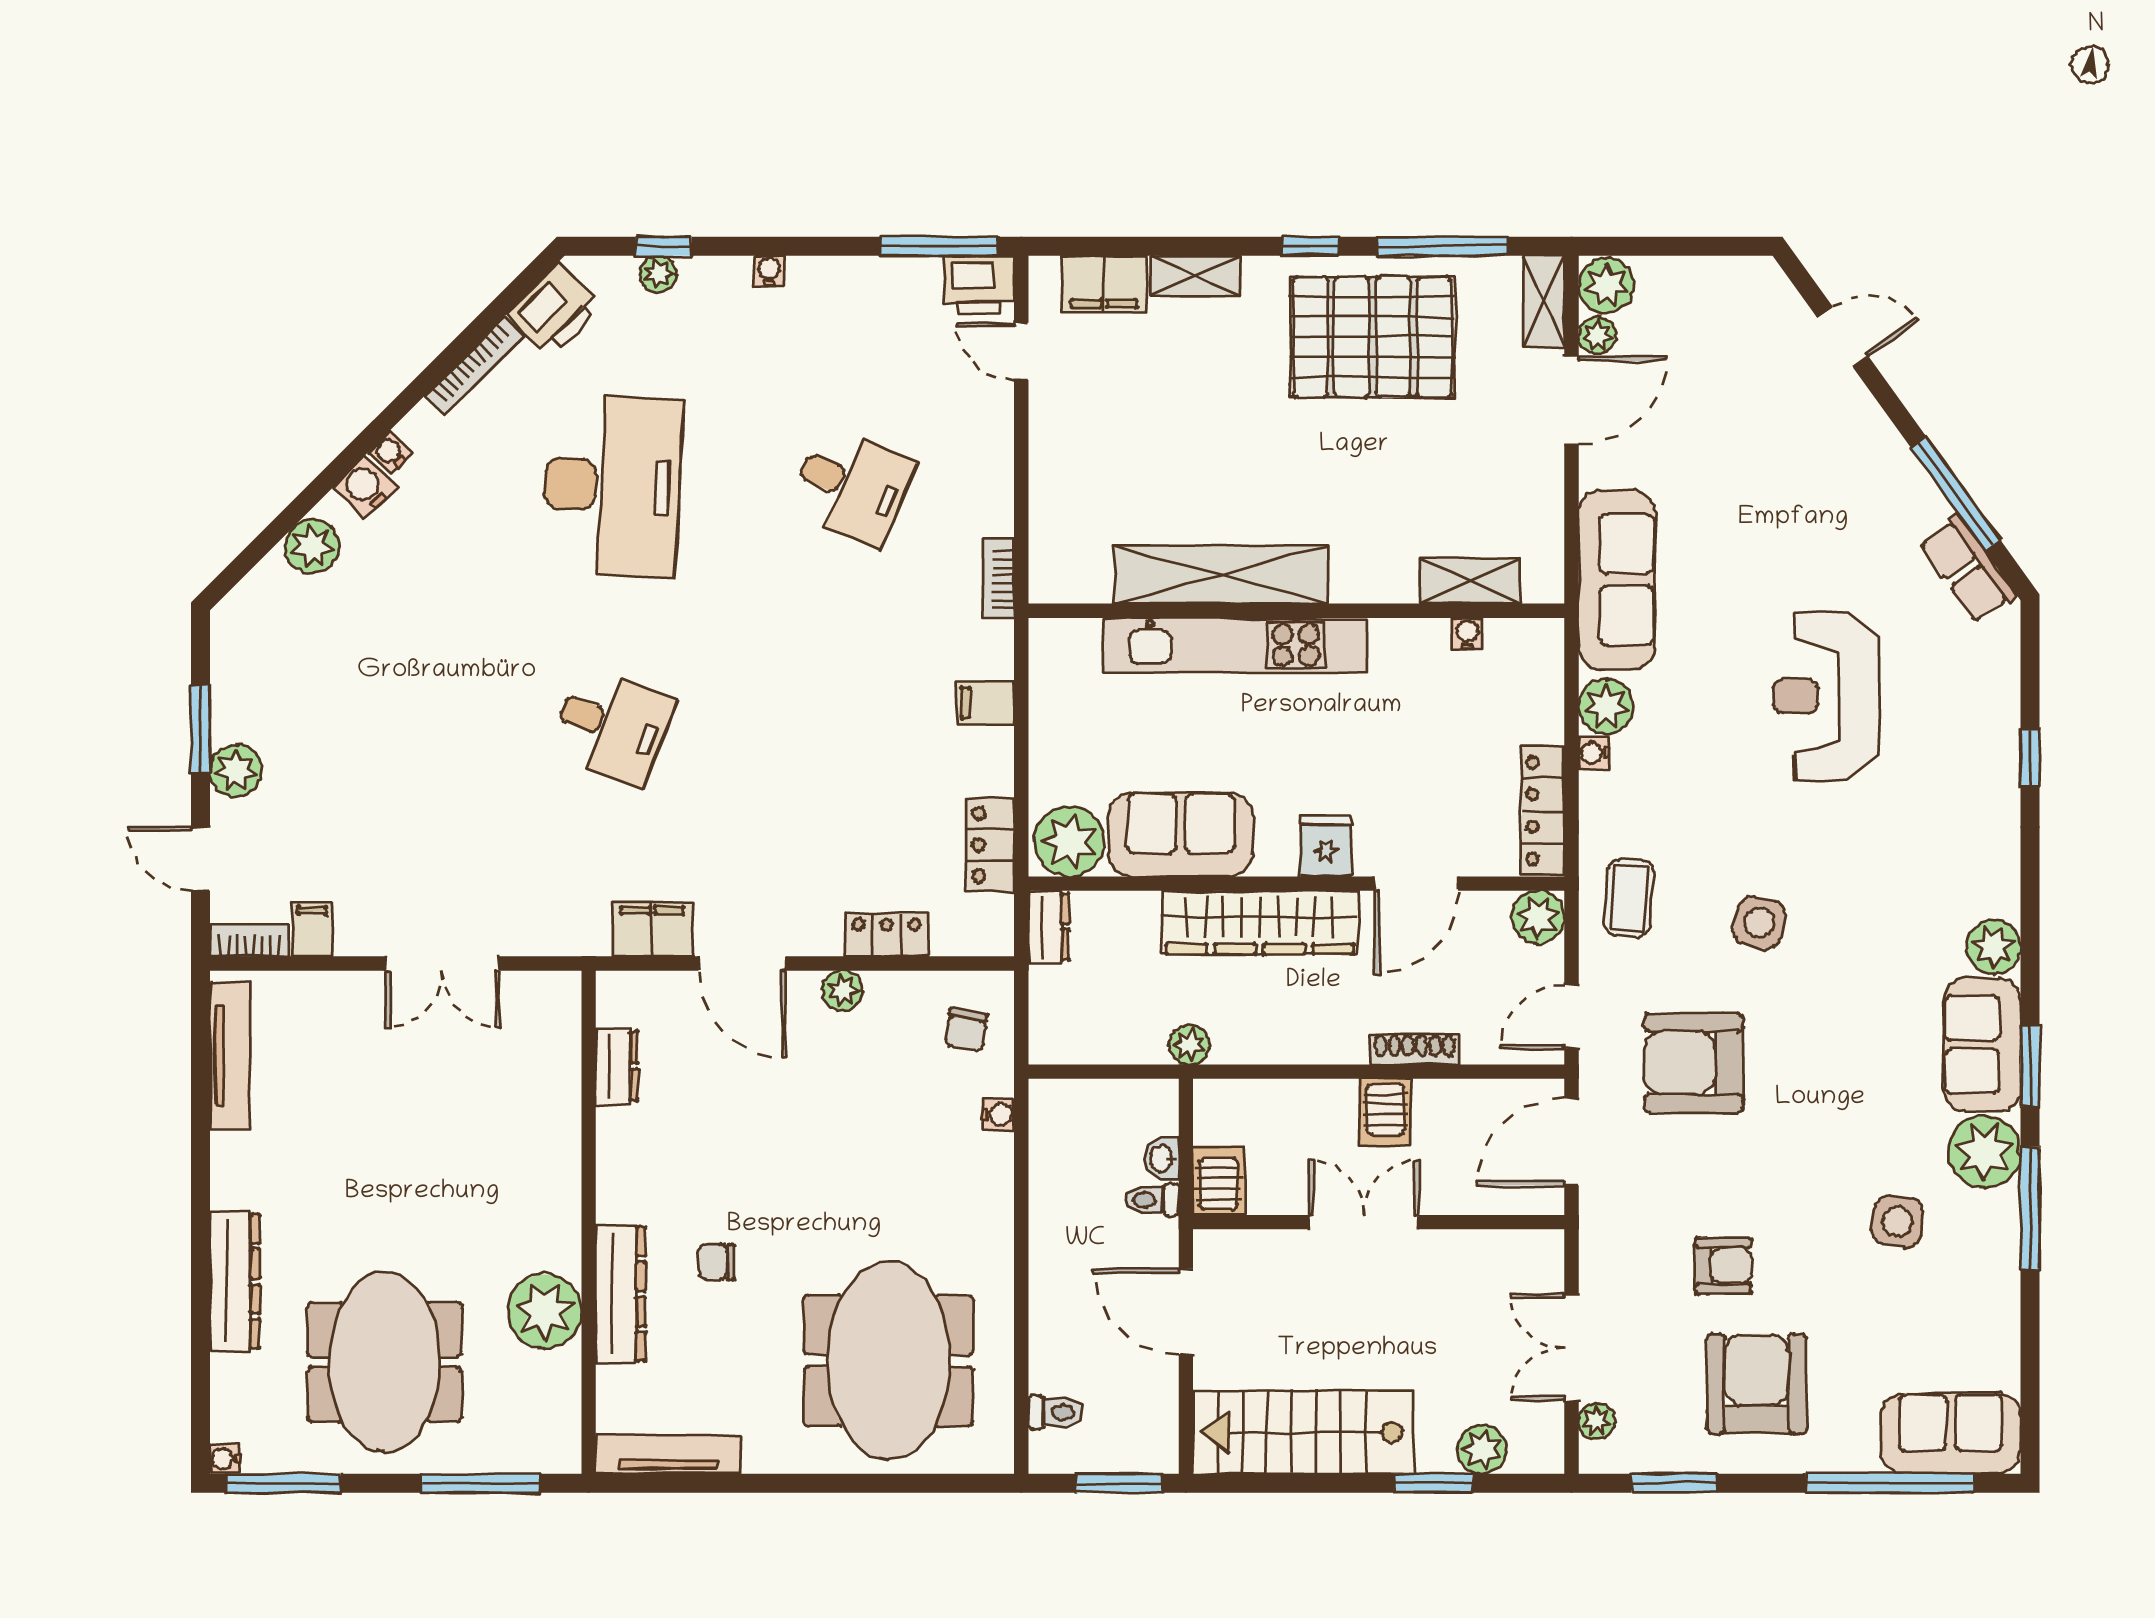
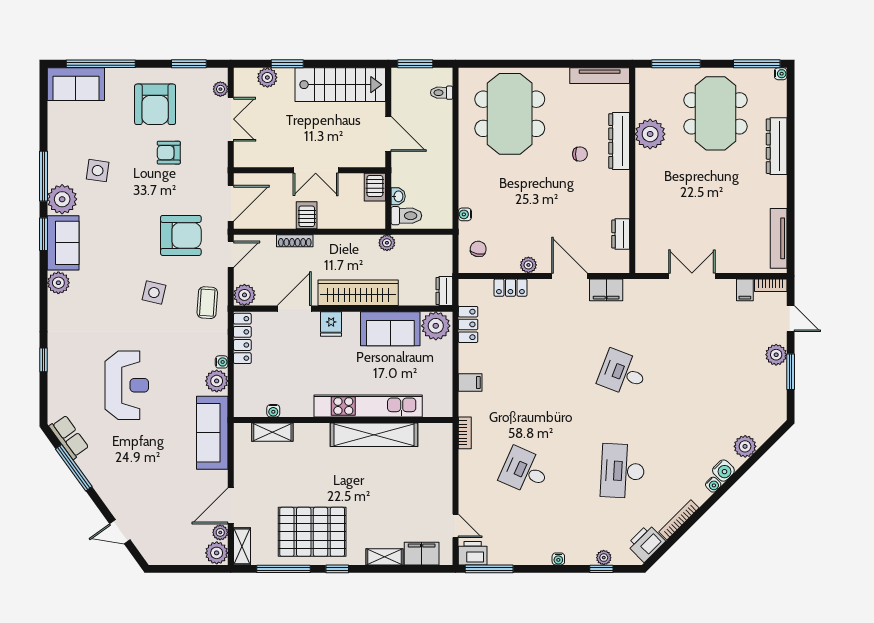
desk: (612, 486) -> (623, 471), width x0.73, depth x0.77
toilet: (1152, 1200) -> (406, 216), moved, width x1.37, depth x1.39

